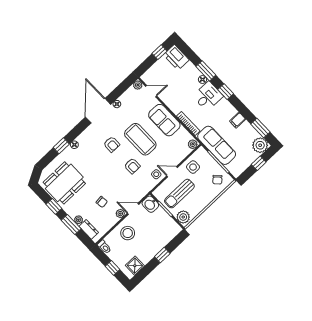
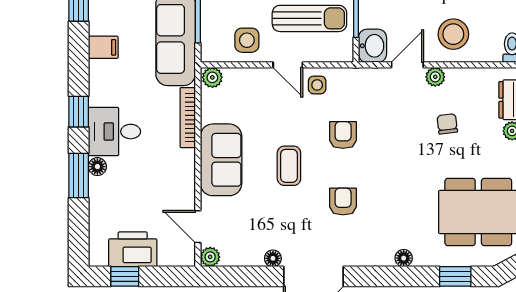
printer: (176, 57) -> (133, 249), moved, turned -90
coffee table: (140, 139) -> (289, 166), width x0.54, depth x0.58
window: (61, 146) -> (455, 276), moved
door: (133, 209) -> (407, 65), swing flipped

